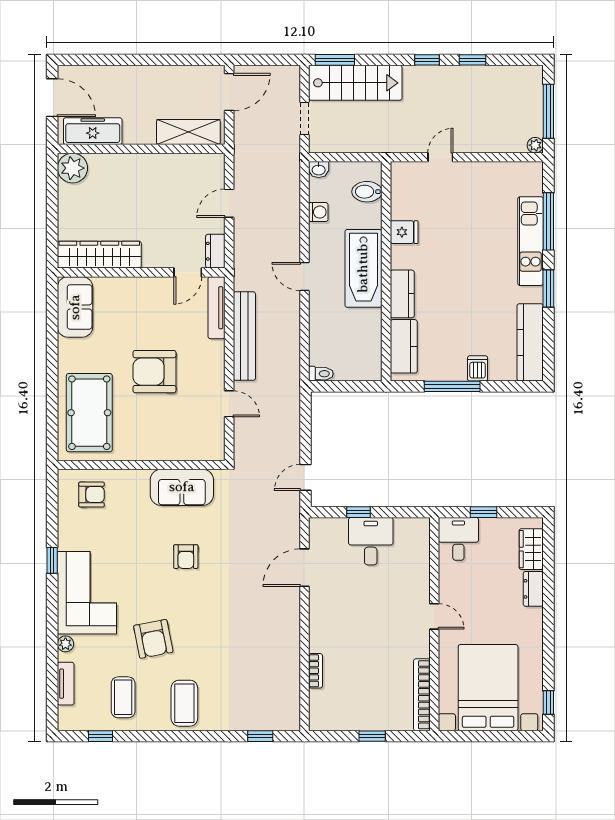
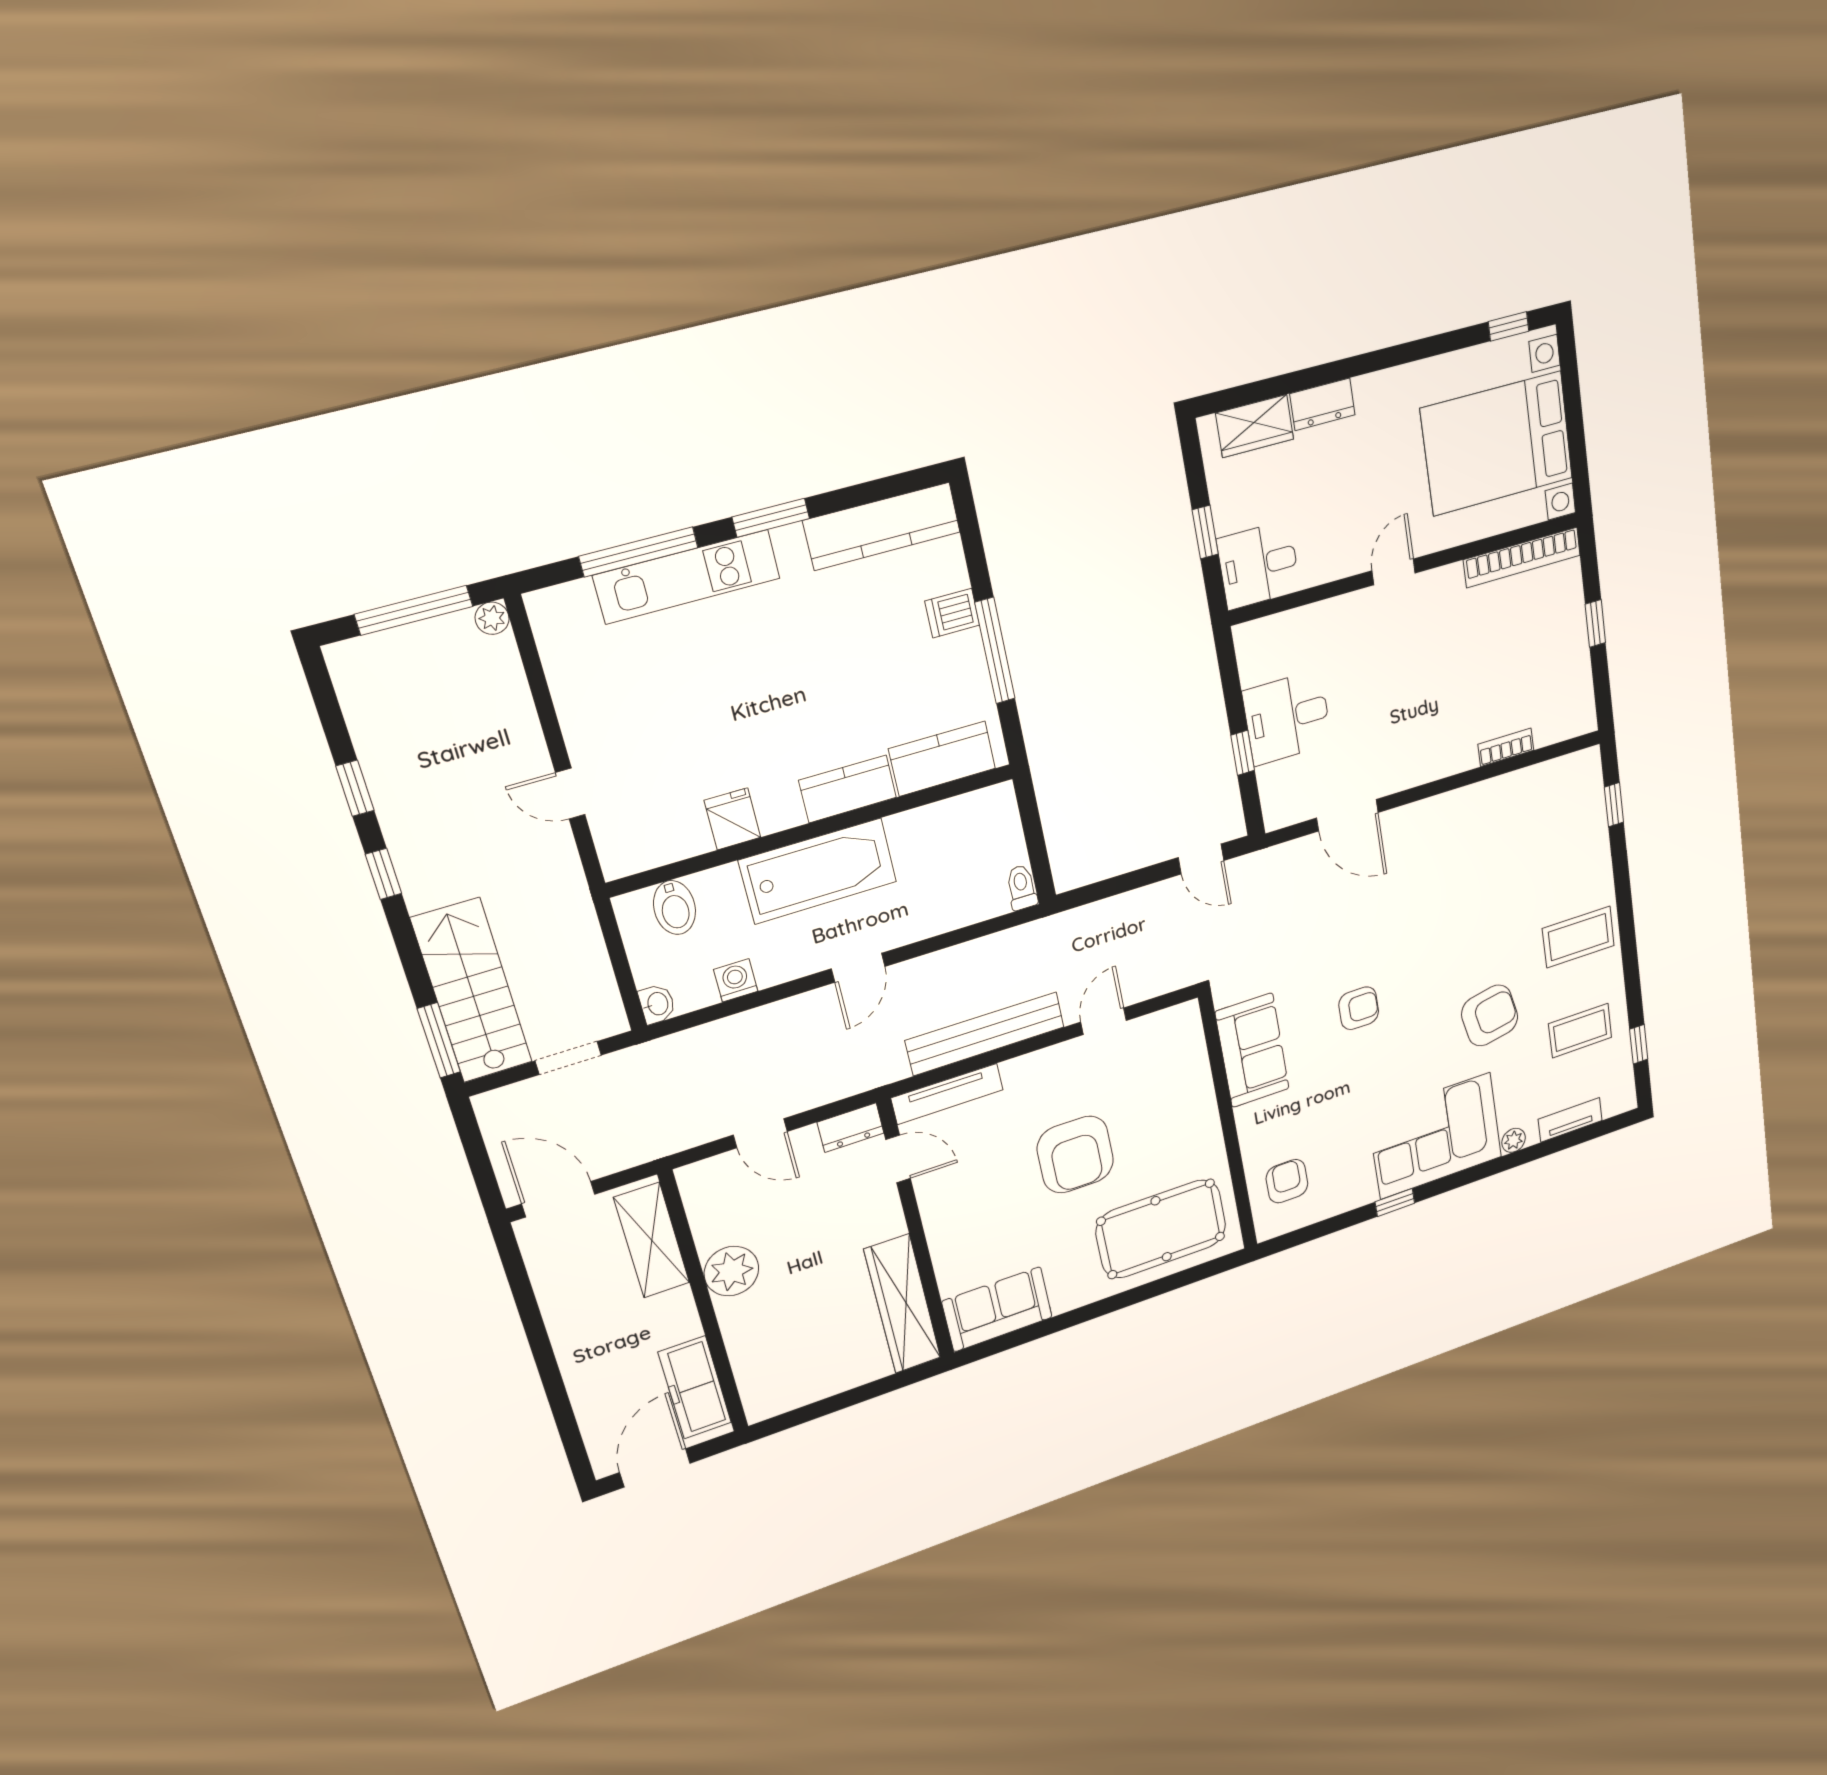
plant: (72, 168) -> (731, 1271), moved

